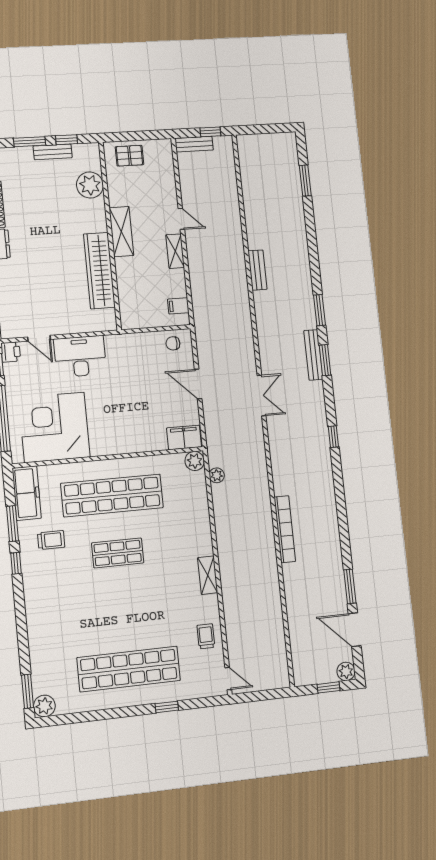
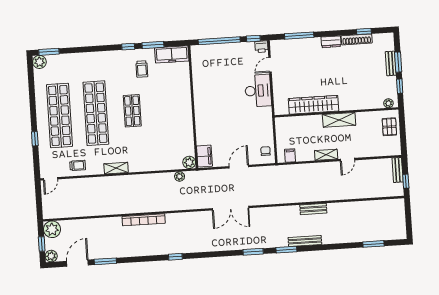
bench: (53, 152) -> (391, 63), moved
plant: (90, 185) -> (388, 103), moved, width x0.53, depth x0.53
bench: (313, 355) -> (305, 241), moved
double door: (262, 396) -> (231, 208), width x1.37
corner desk: (54, 427) -> (213, 73), removed
window: (333, 437) -> (175, 257), moved
shop shelf: (112, 495) -> (96, 113), moved
plant: (305, 672) -> (52, 229), added

